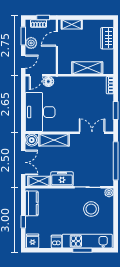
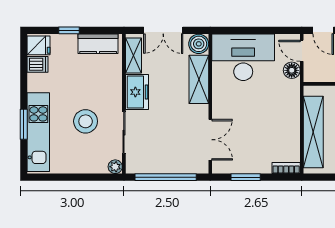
shelving: (87, 68) -> (313, 132), width x1.47
stool: (91, 209) -> (86, 121), moved
dishwasher: (56, 242) -> (38, 64), moved

